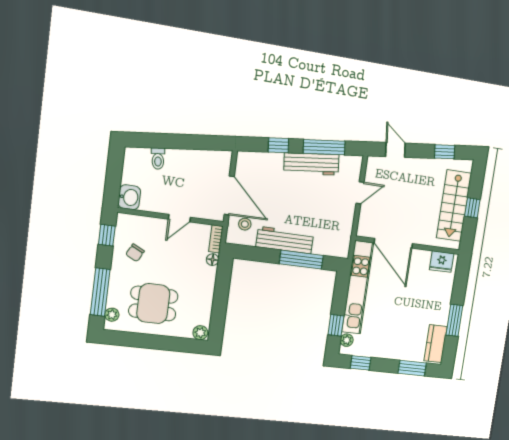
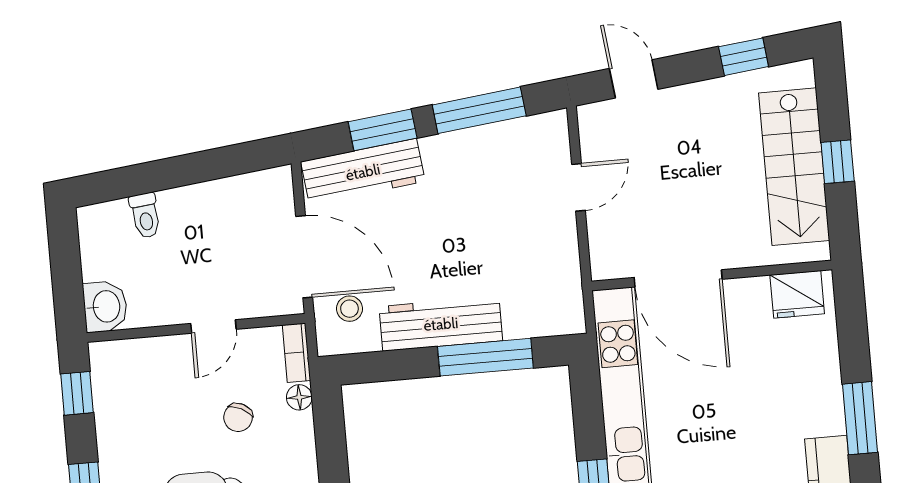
window: (278, 145) -> (383, 130), width x1.50
workbench: (311, 164) -> (363, 172), moved
chair: (135, 253) -> (238, 417), moved

